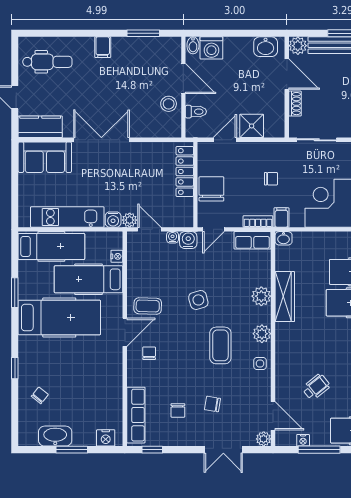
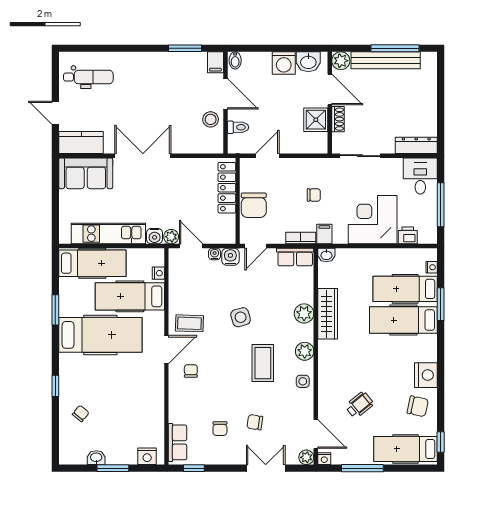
filing cabinet: (103, 47) -> (215, 62), moved
washing machine: (211, 48) -> (284, 63), moved
shower: (252, 126) -> (316, 120), moved
chair: (211, 189) -> (254, 205), turned 180
row of seats: (136, 415) -> (178, 442), width x0.68
washbasin: (55, 436) -> (96, 458), width x0.52, depth x0.69
nightstand: (303, 440) -> (324, 459), moved
double door: (223, 450) -> (266, 468), swing flipped

